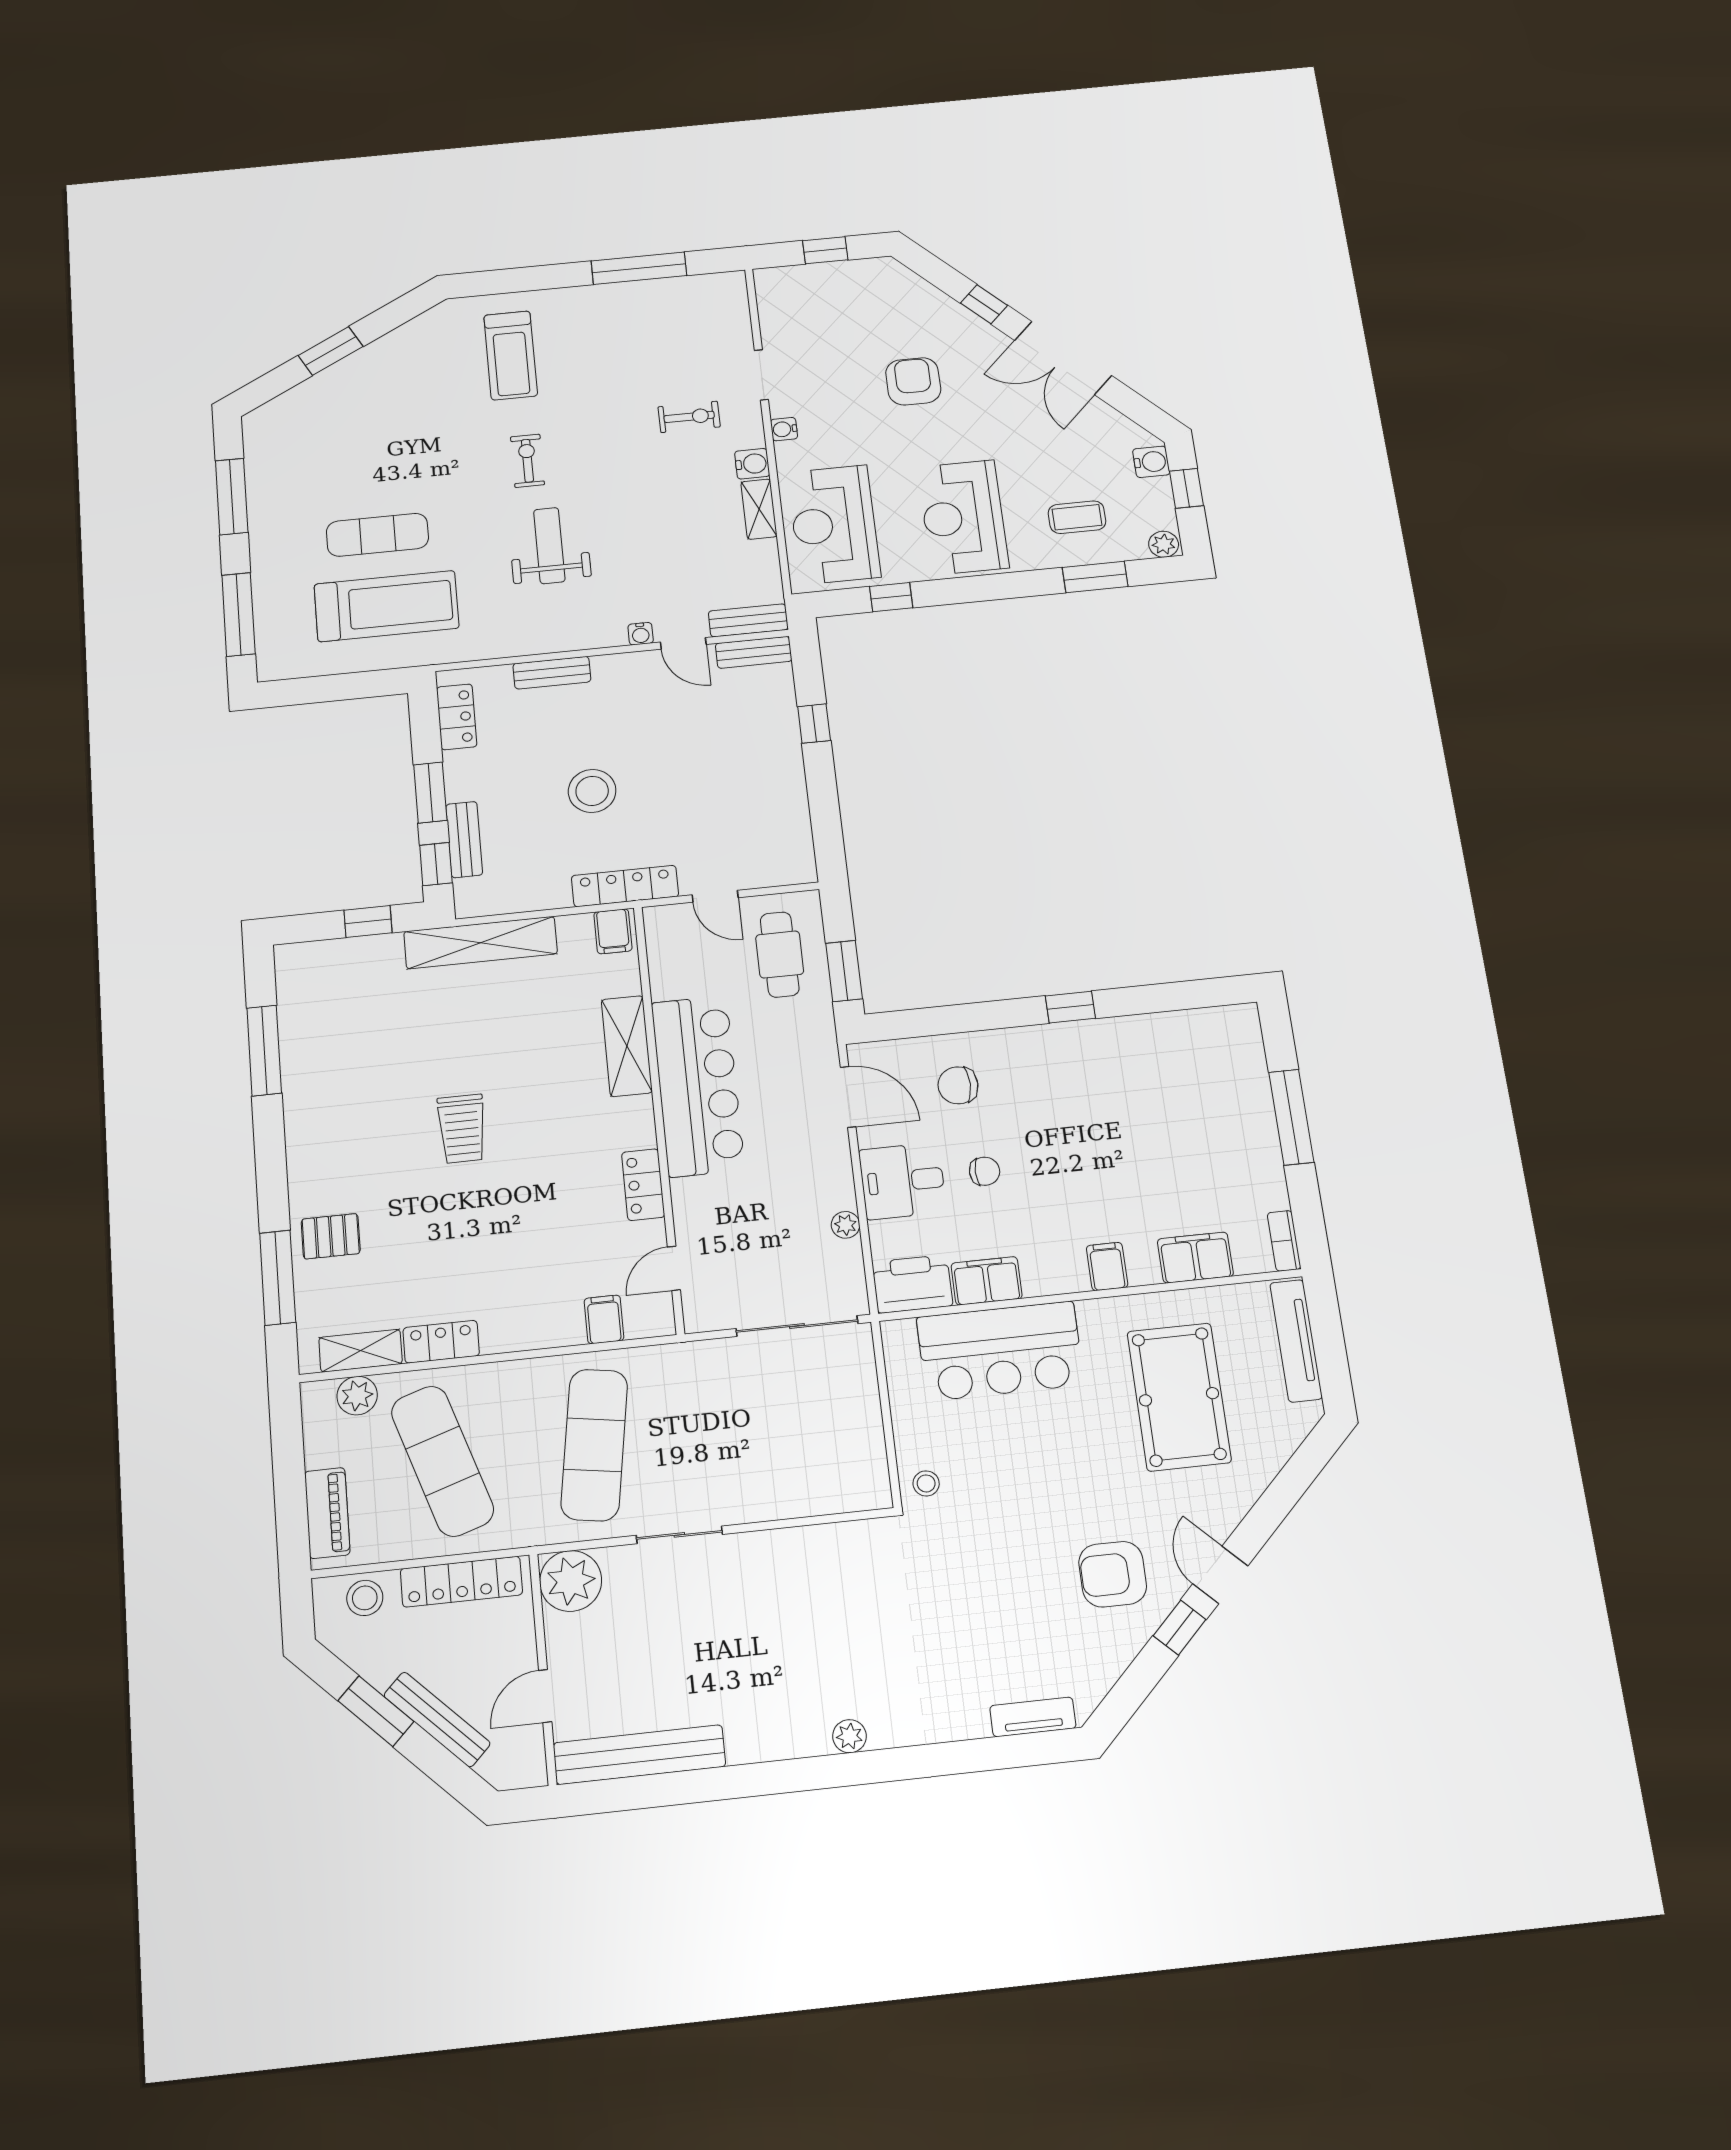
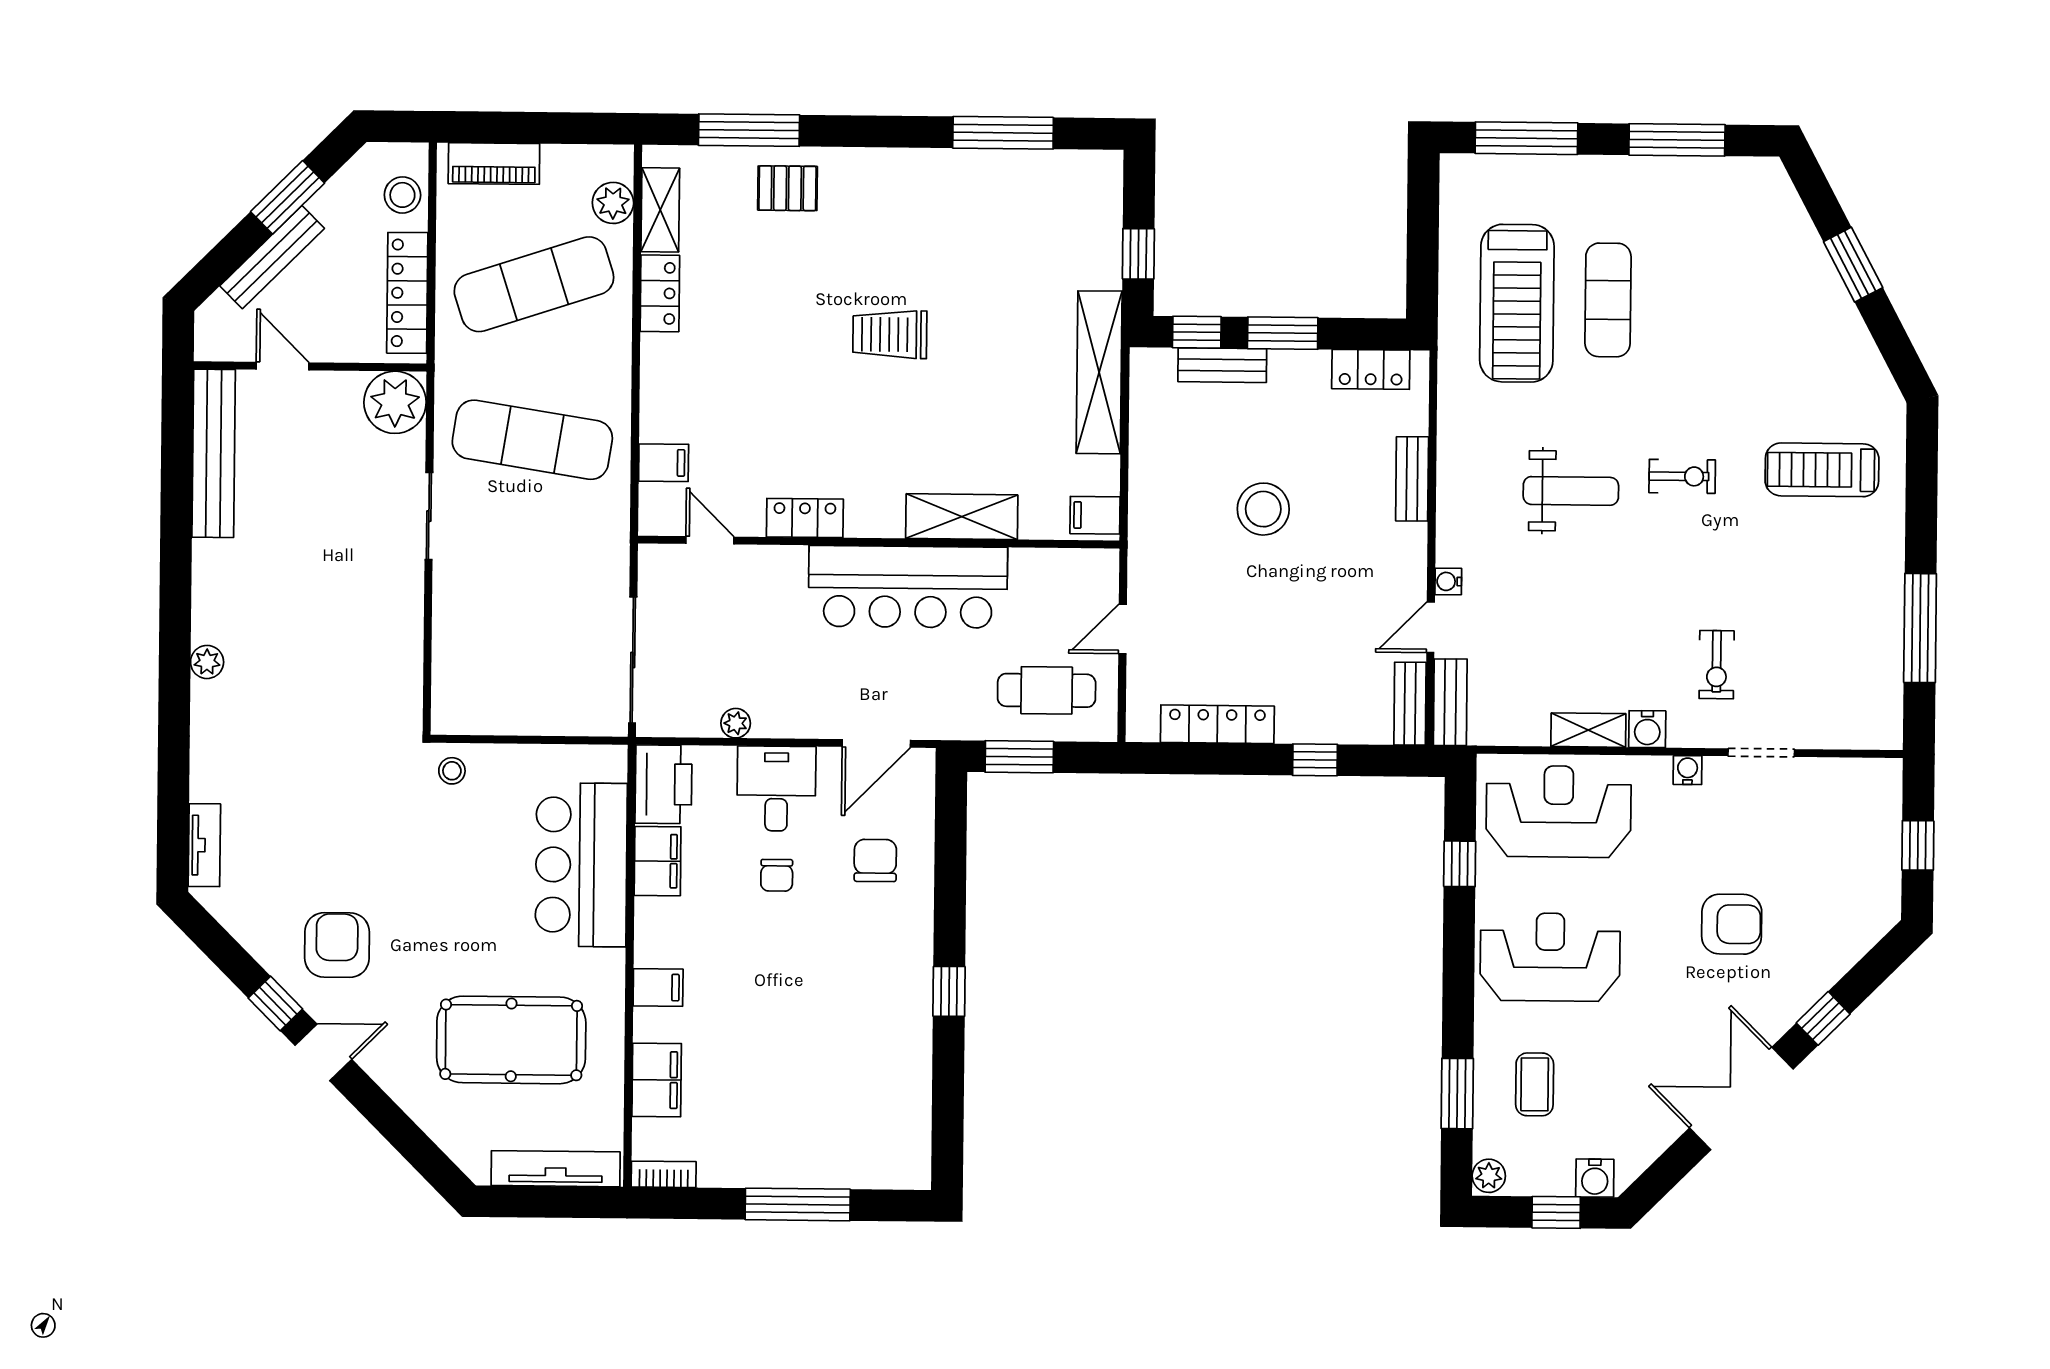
locker: (625, 886) -> (1217, 724), moved, turned -90
pallet: (331, 1236) -> (787, 188), turned 90

